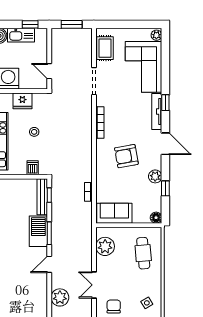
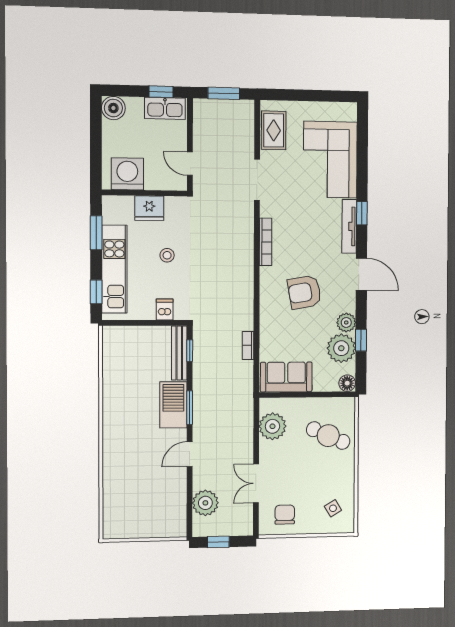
kitchen sink: (21, 35) -> (165, 108), moved
plant: (156, 35) -> (341, 348), moved, width x1.87, depth x1.87
cafe table: (143, 253) -> (328, 436), turned -61

